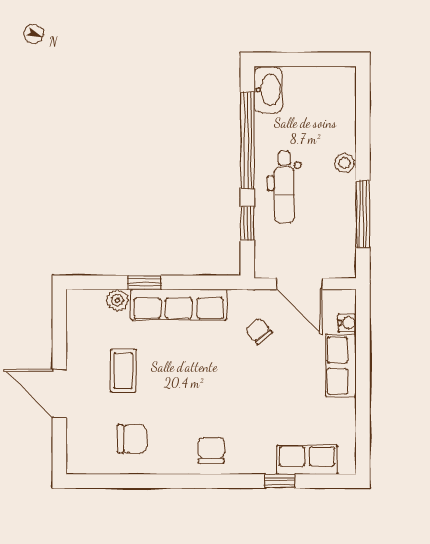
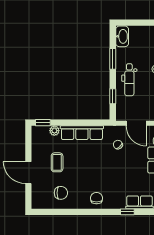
window: (247, 140) -> (113, 59), width x0.47
window: (145, 282) -> (43, 123), moved

